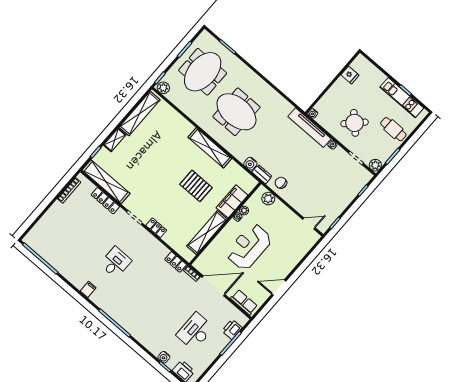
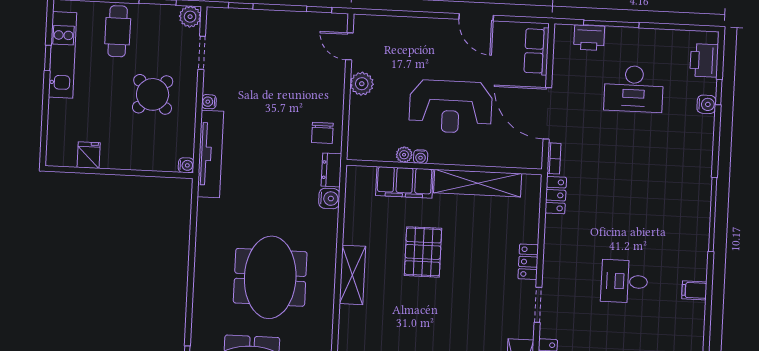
shelving: (210, 148) -> (352, 275), width x0.68
plant: (268, 199) -> (362, 84), moved

